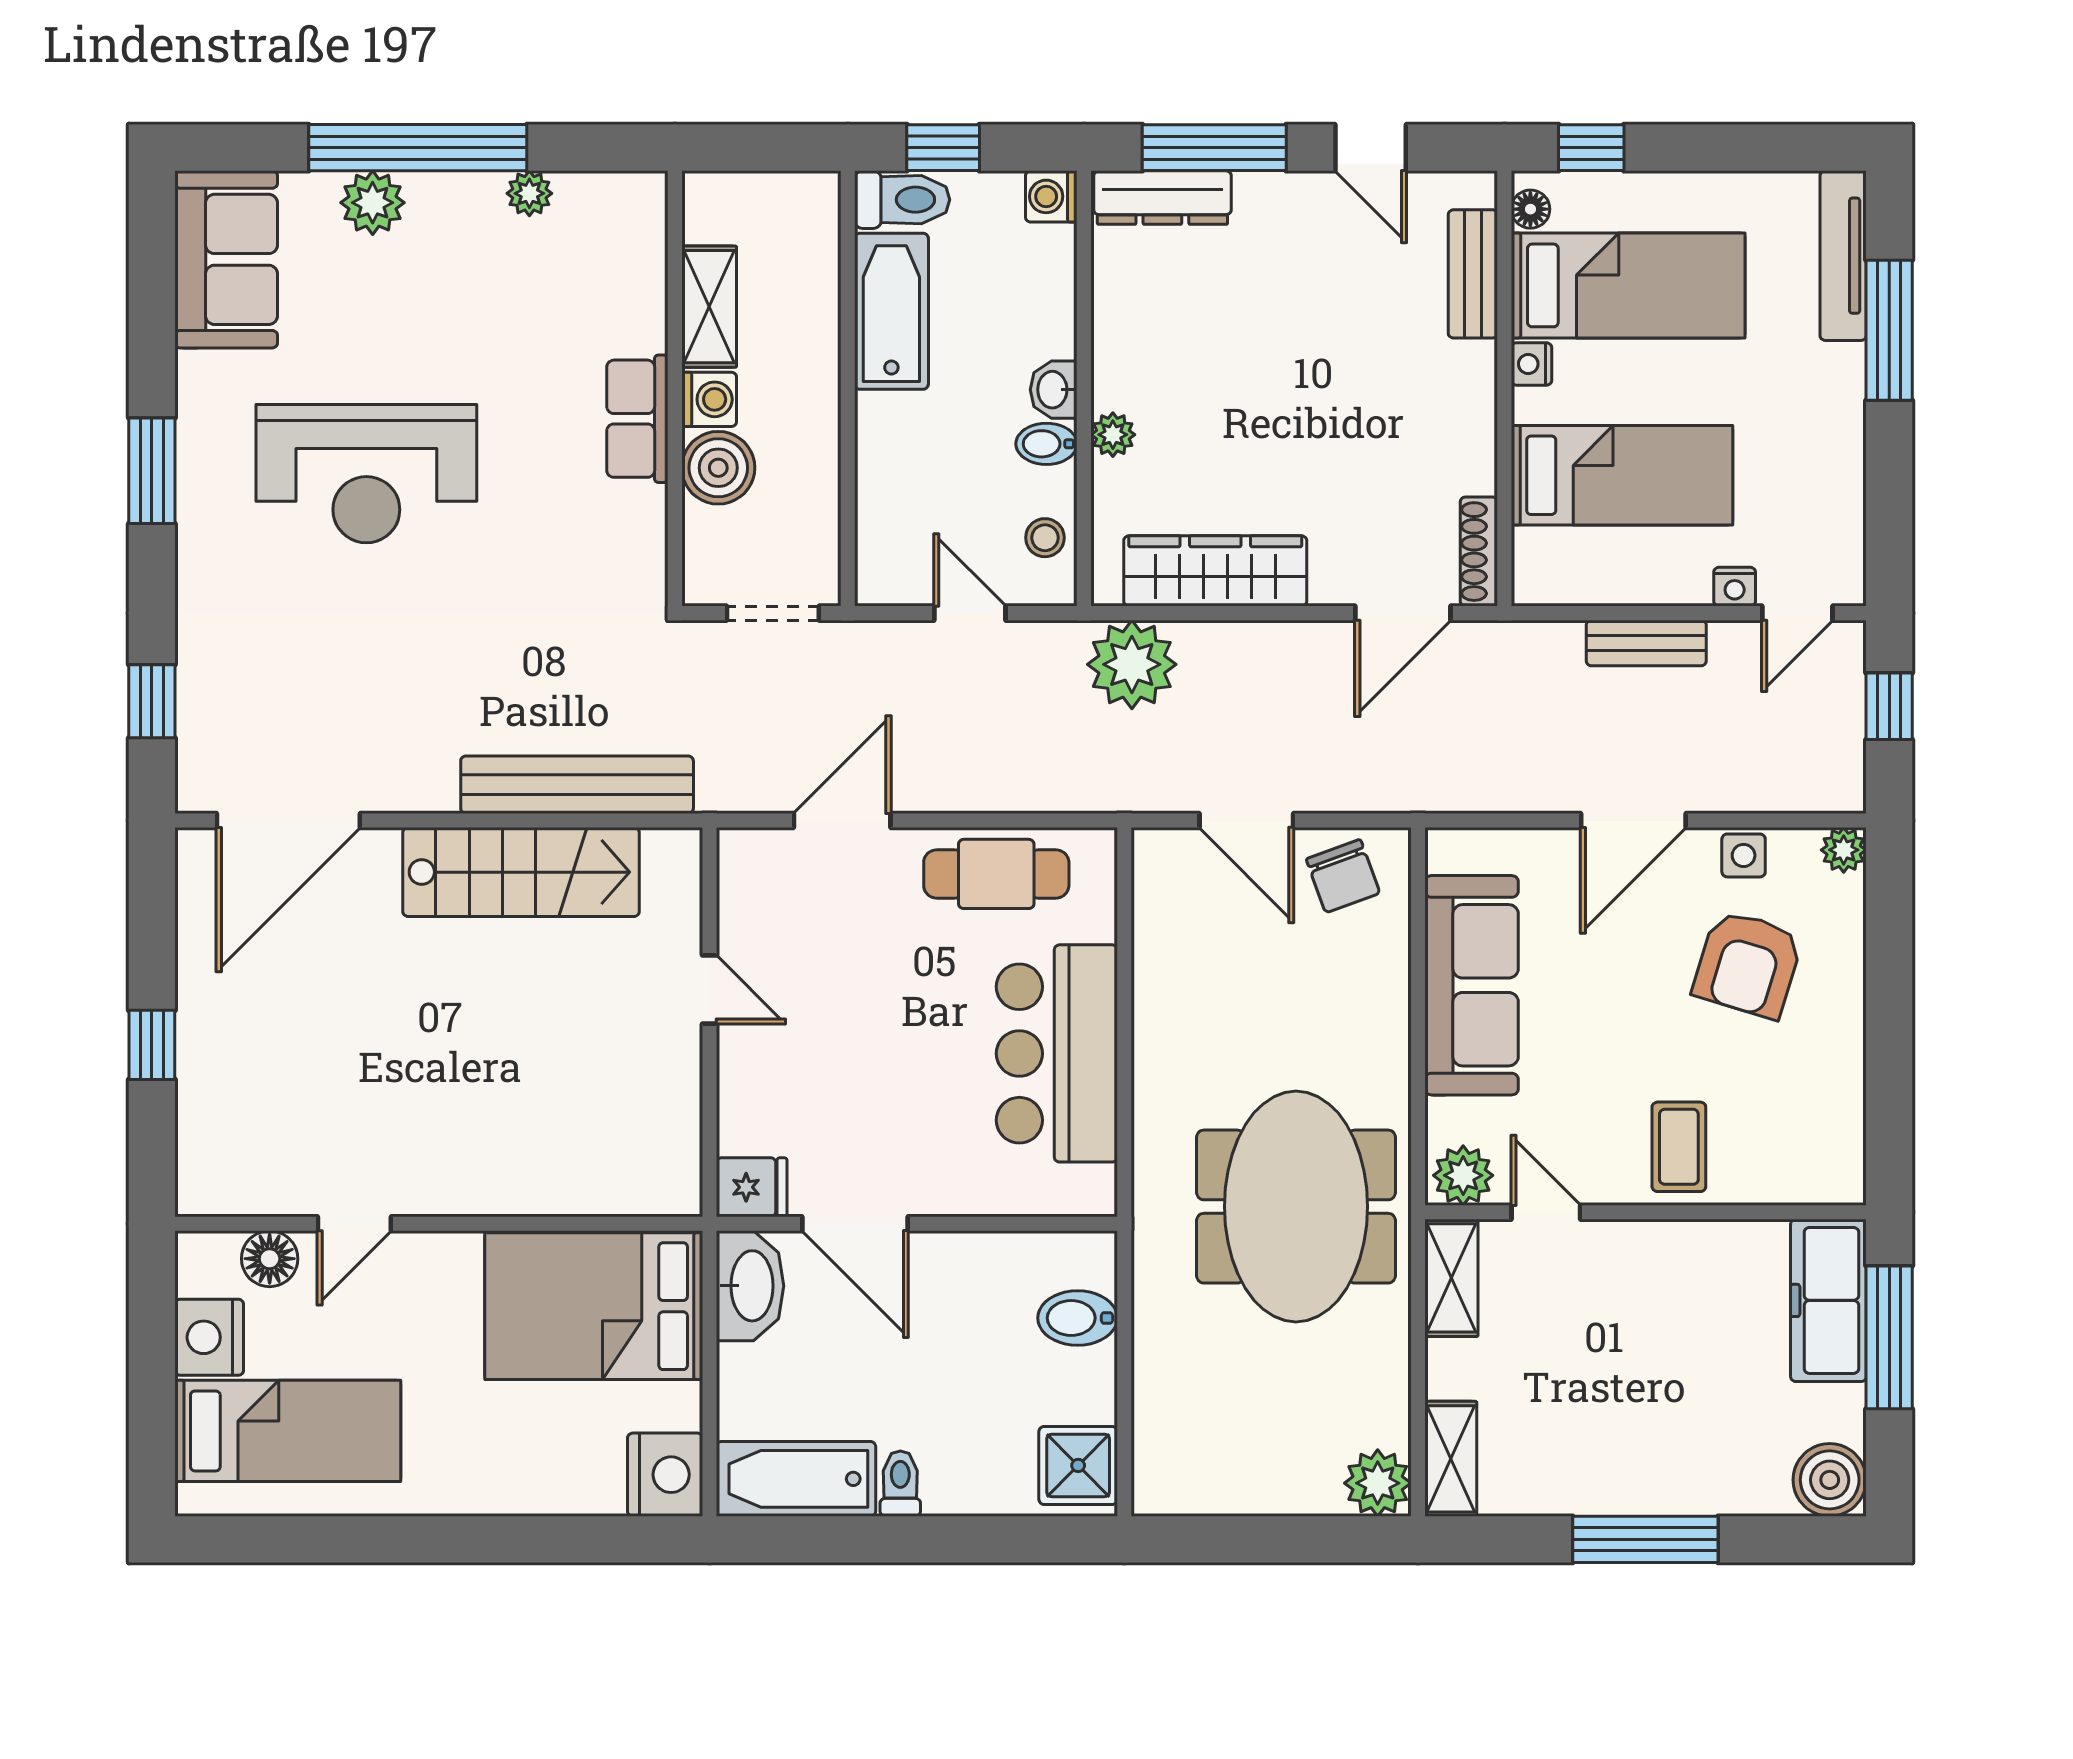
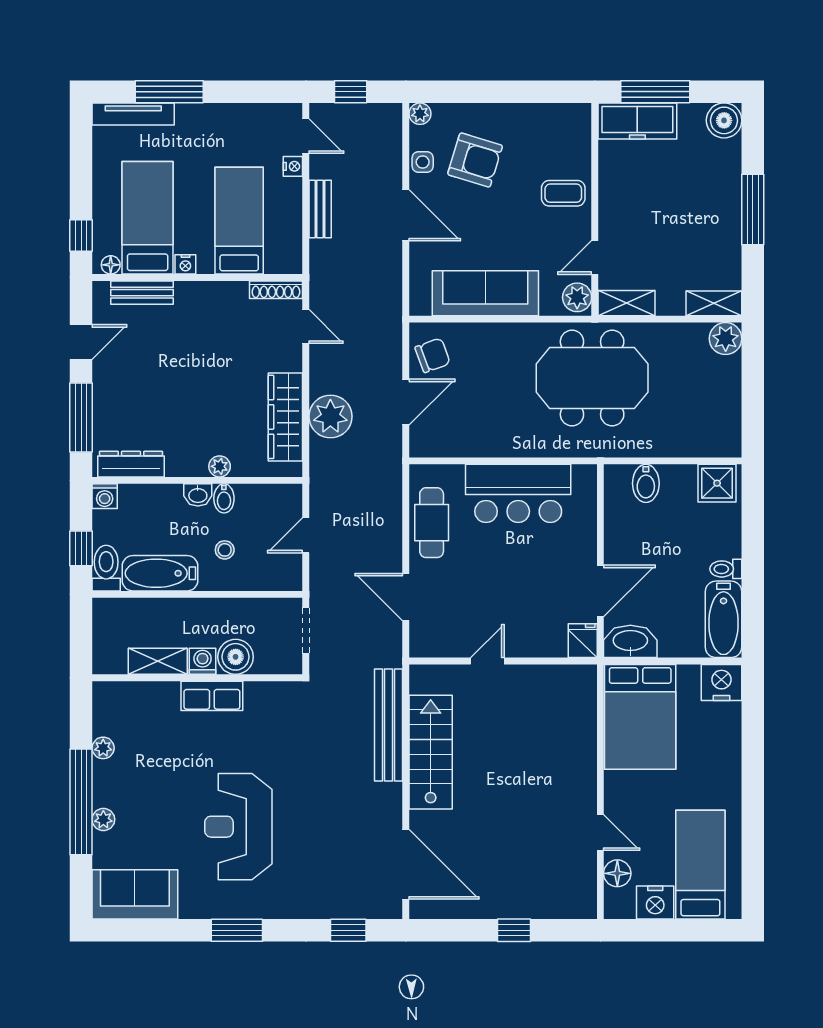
dresser: (1162, 198) -> (131, 464), moved, turned -90
plant: (373, 203) -> (103, 819), width x0.73, depth x0.73
reception desk: (366, 474) -> (238, 827), turned 180
stool: (1045, 538) -> (225, 550), moved
door: (1403, 613) -> (306, 326), width x0.73
plant: (1132, 664) -> (330, 416), moved

